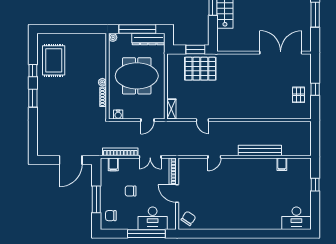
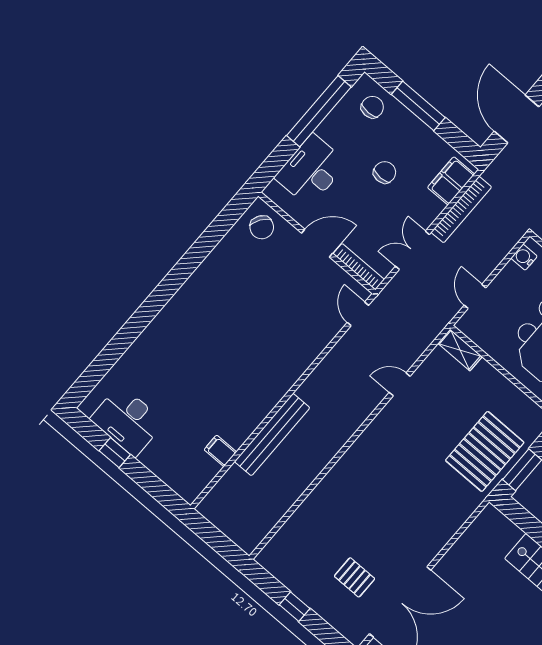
pallet: (298, 95) -> (354, 577), moved
door: (214, 157) -> (358, 314), moved
filing cabinet: (113, 164) -> (451, 181), width x2.00
window: (315, 185) -> (115, 453), moved
desk: (296, 218) -> (127, 421), moved, turned -90
window: (146, 234) -> (319, 111), moved

